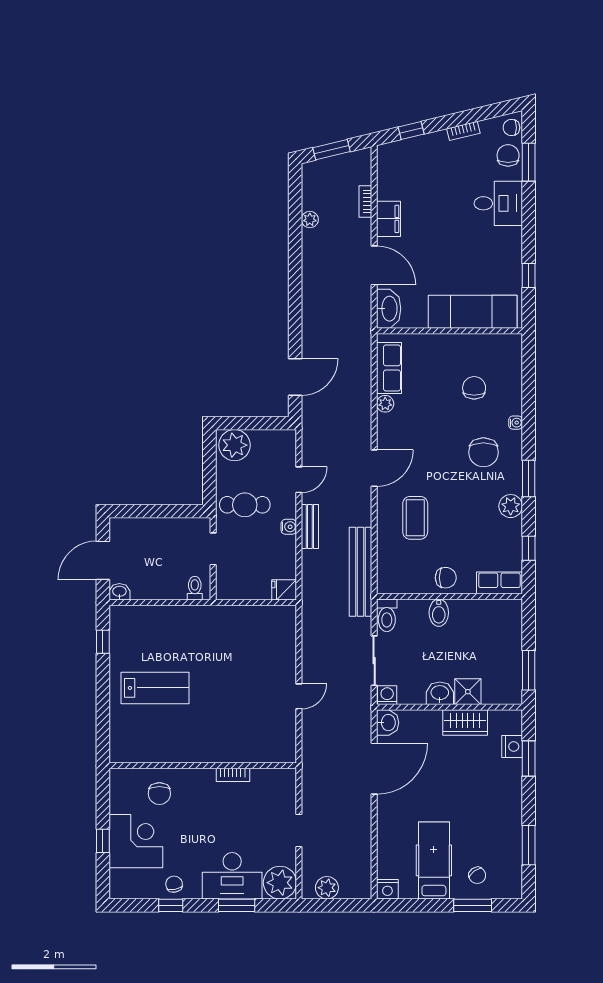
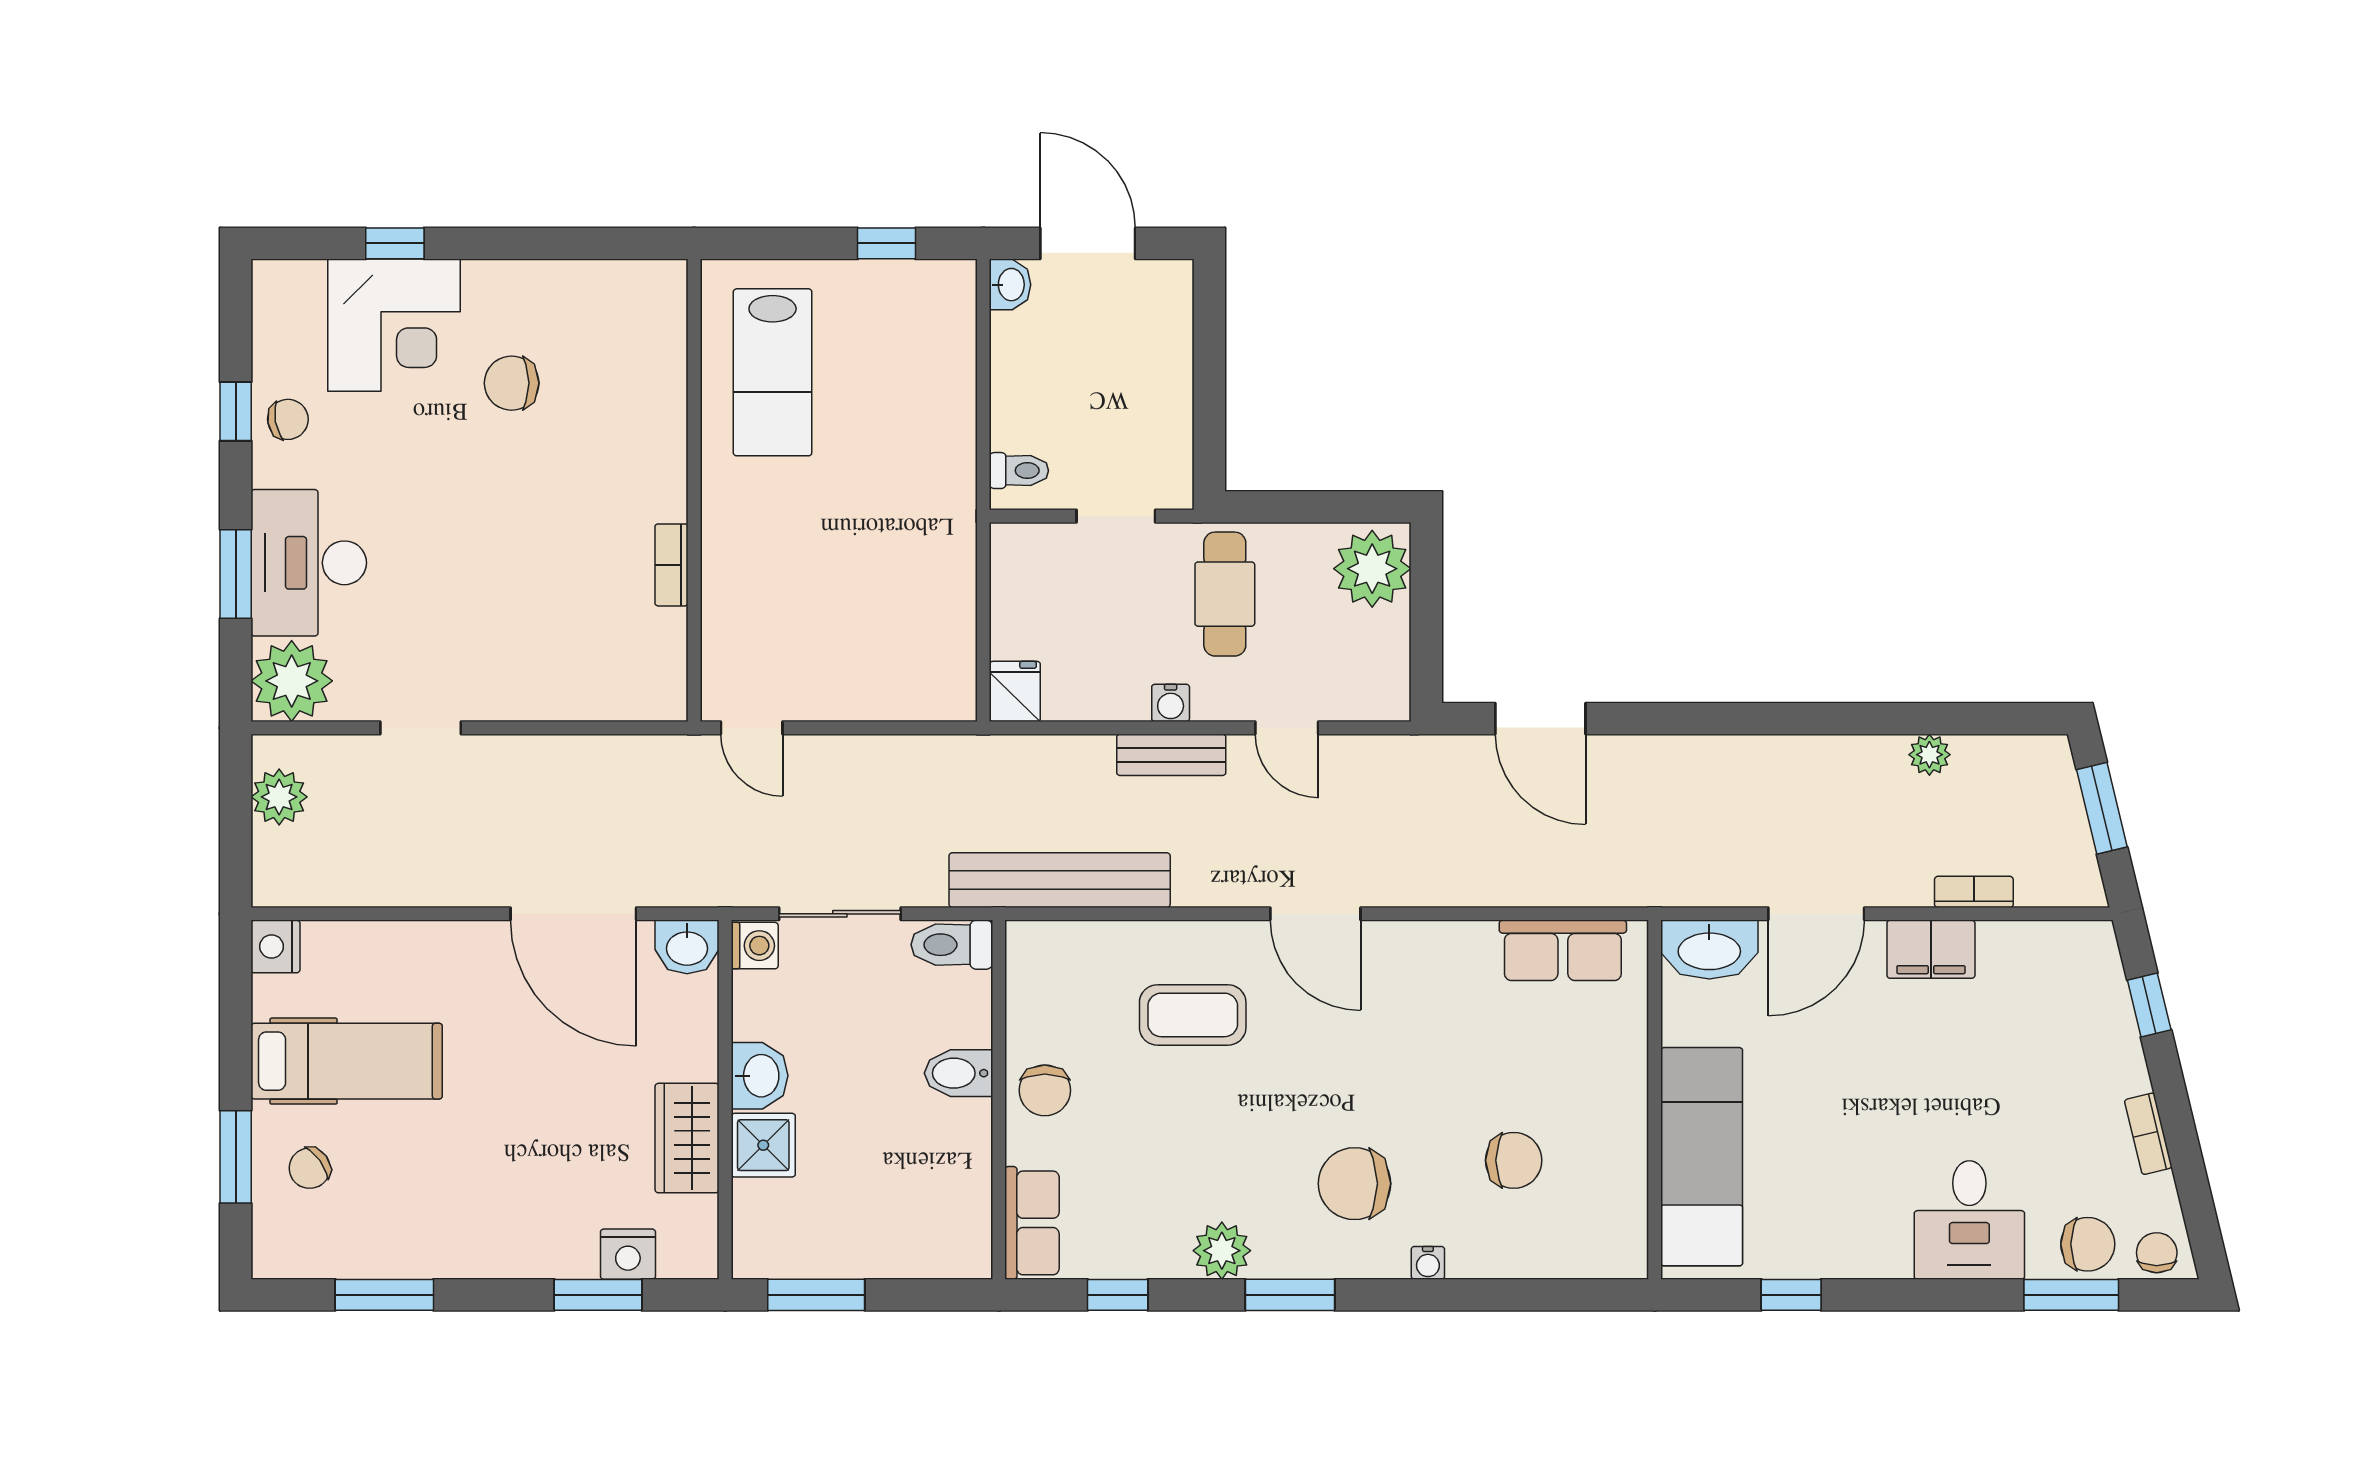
plant: (385, 404) -> (1474, 941), removed
wall: (203, 766) -> (694, 490), moved
bookcase: (233, 775) -> (671, 565), moved

